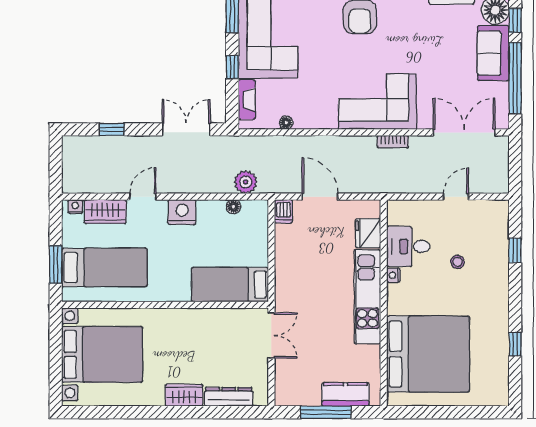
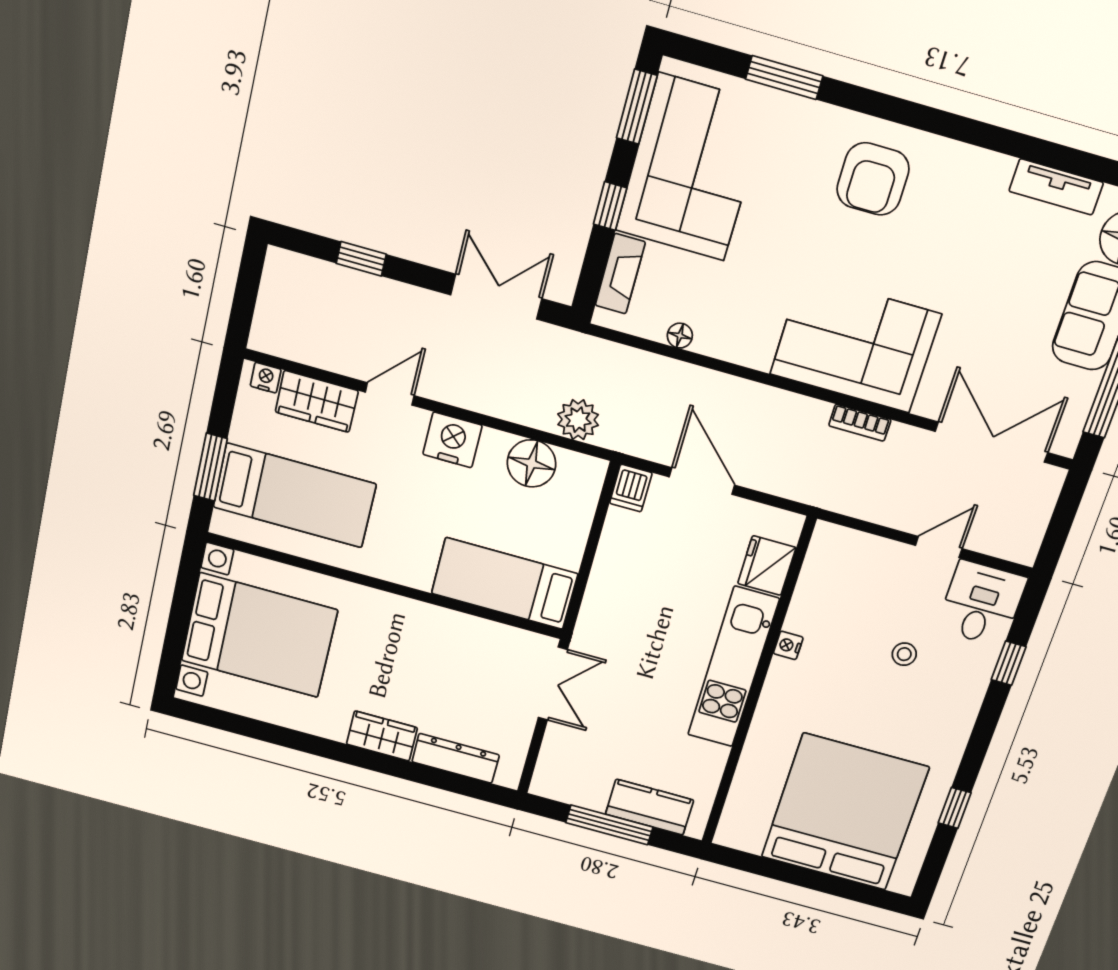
floor lamp: (233, 207) -> (531, 463), width x1.89, depth x1.89
desk: (408, 246) -> (981, 604), moved, turned 90
bed: (428, 354) -> (845, 812), moved, turned -90

